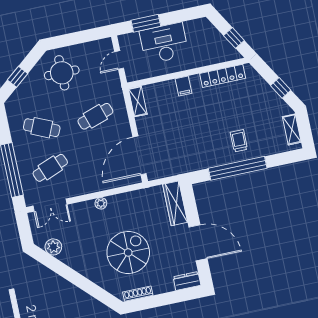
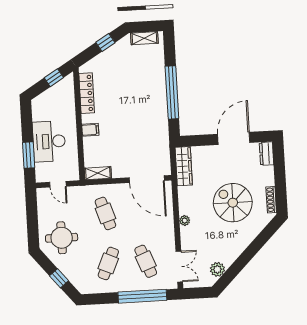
trolley: (239, 141) -> (147, 87), removed
wardrobe: (175, 203) -> (184, 166), moved, turned -90

